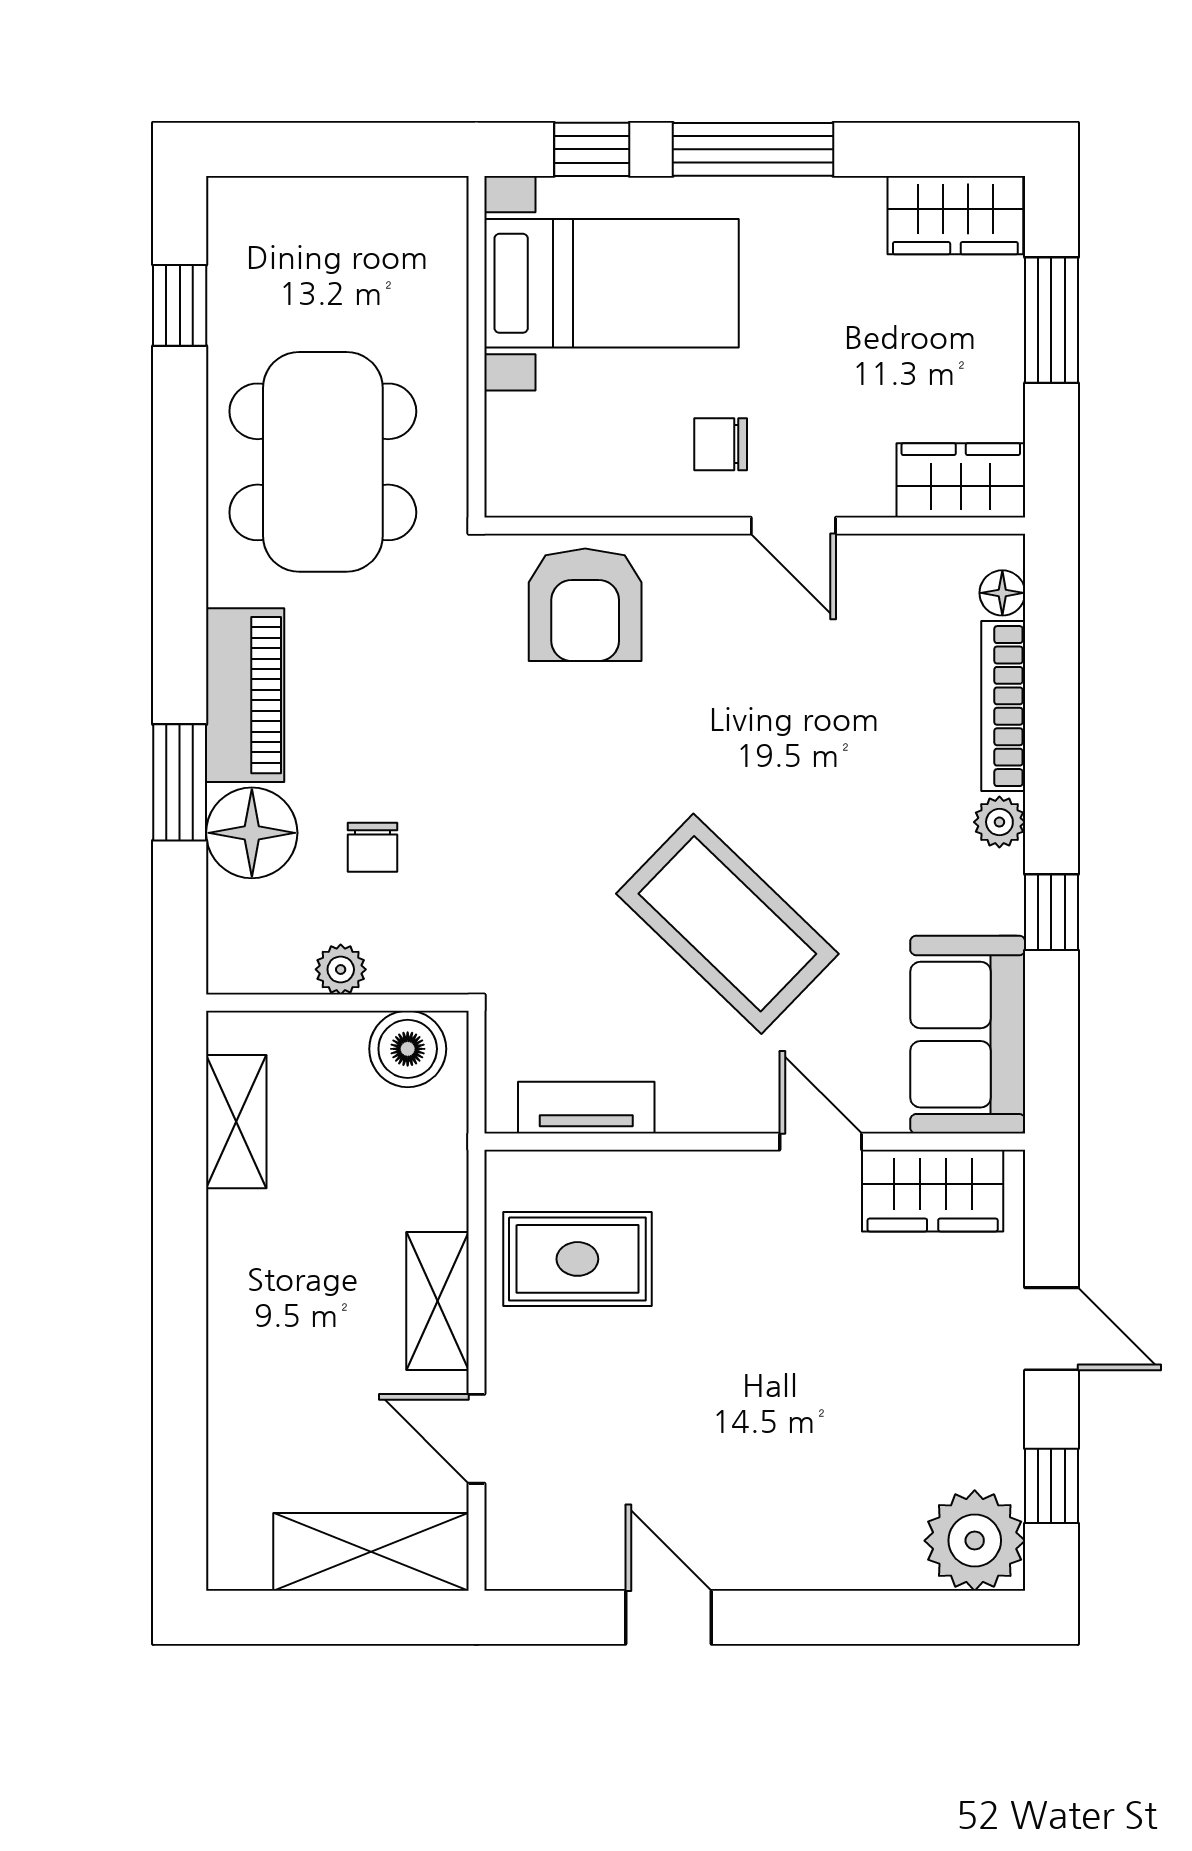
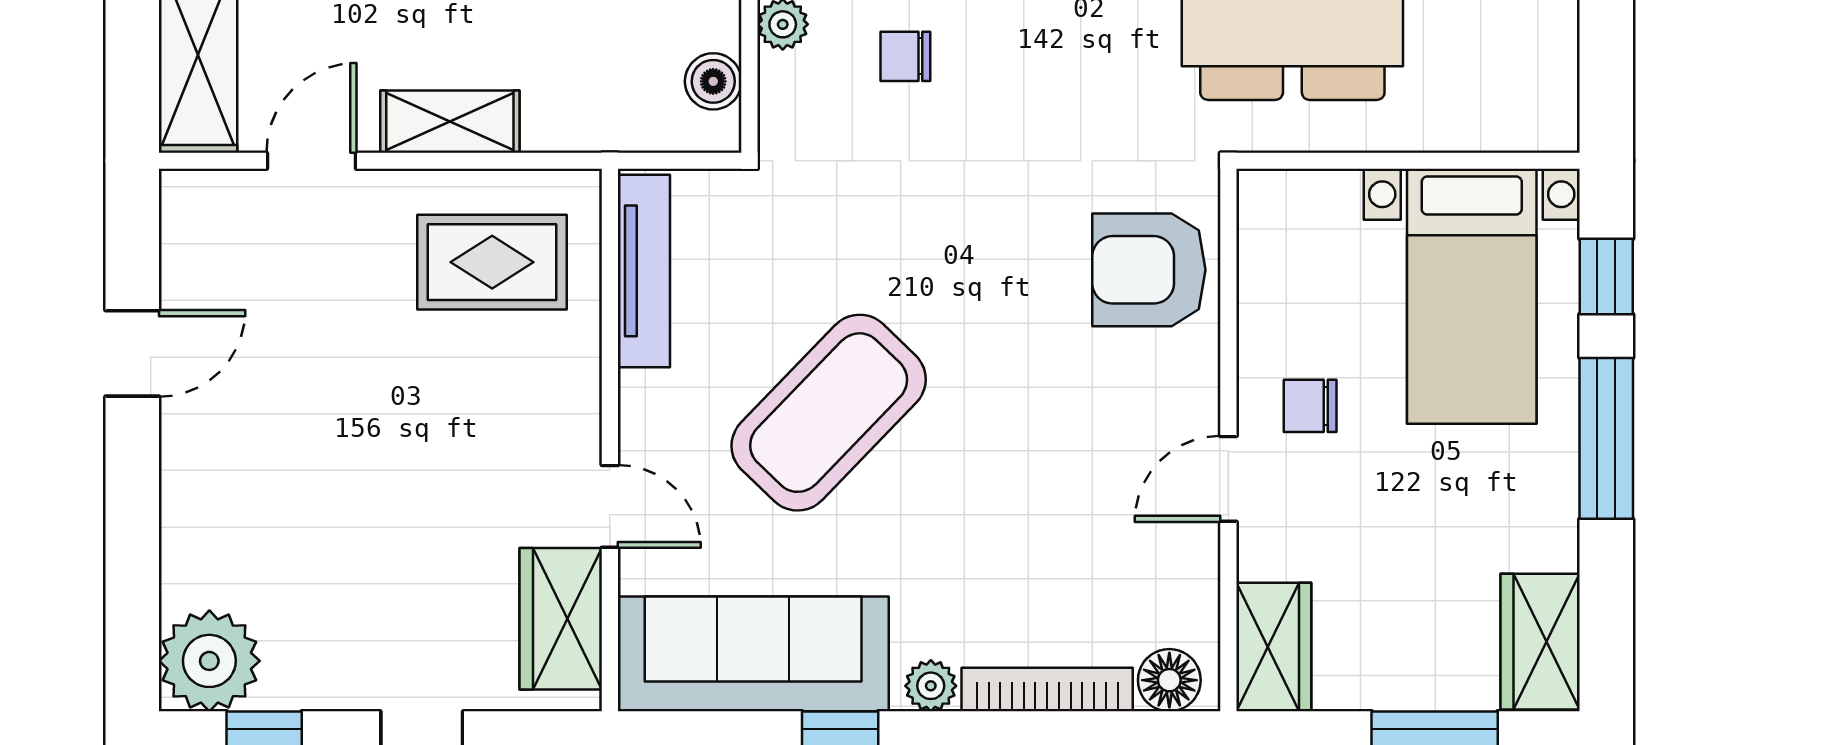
chair: (721, 444) -> (1310, 406), turned -90
floor lamp: (1002, 593) -> (1169, 680), width x1.37, depth x1.37
sofa: (968, 1035) -> (753, 654), width x1.36
boiler: (408, 1049) -> (713, 81), width x0.73, depth x0.73
tv unit: (586, 1108) -> (644, 271), width x1.41
door: (821, 1142) -> (610, 506), hinge flipped
rug: (577, 1259) -> (492, 262), turned 90

